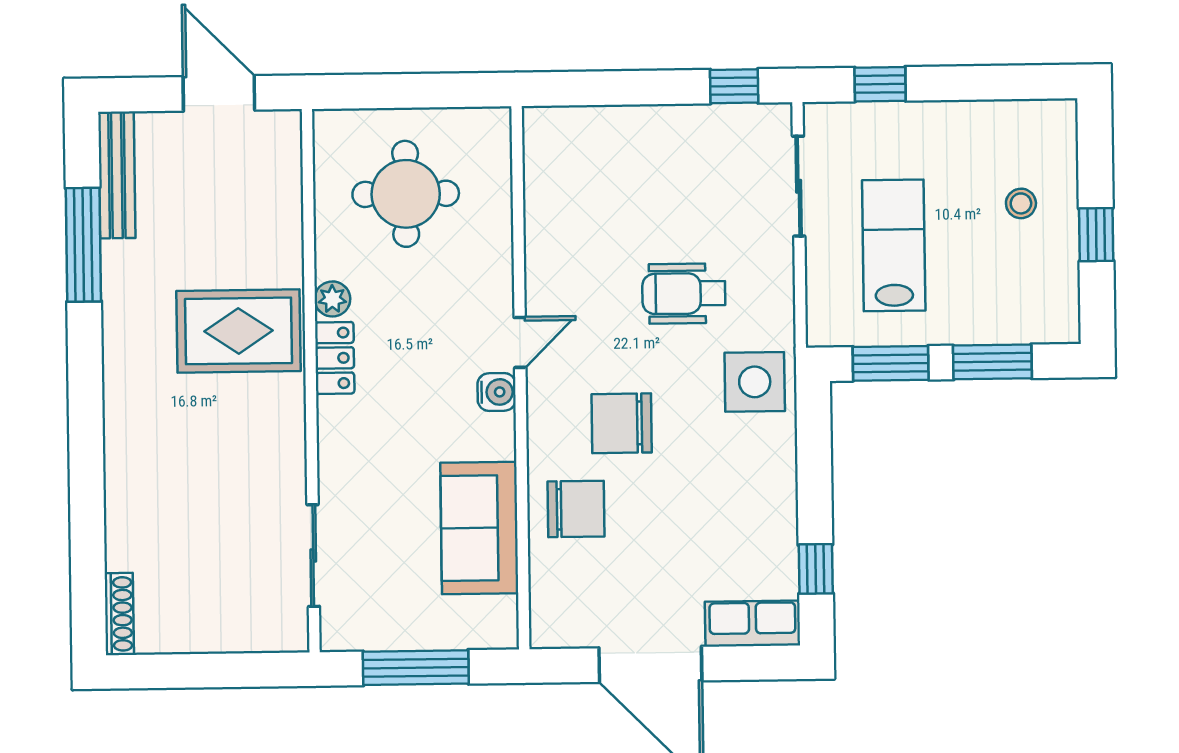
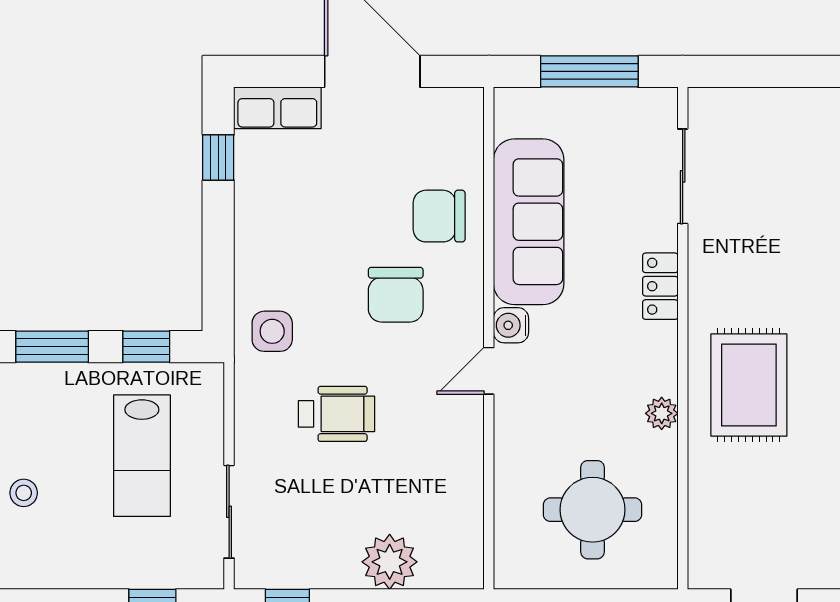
plant: (624, 134) -> (390, 562), added
rug: (239, 331) -> (749, 385), turned 90
locker: (335, 358) -> (660, 286), moved
window: (891, 363) -> (146, 347), width x0.67
side table: (755, 382) -> (272, 331), width x0.73, depth x0.73
chair: (622, 423) -> (396, 295), turned 90
sofa: (479, 528) -> (529, 222), width x1.36

